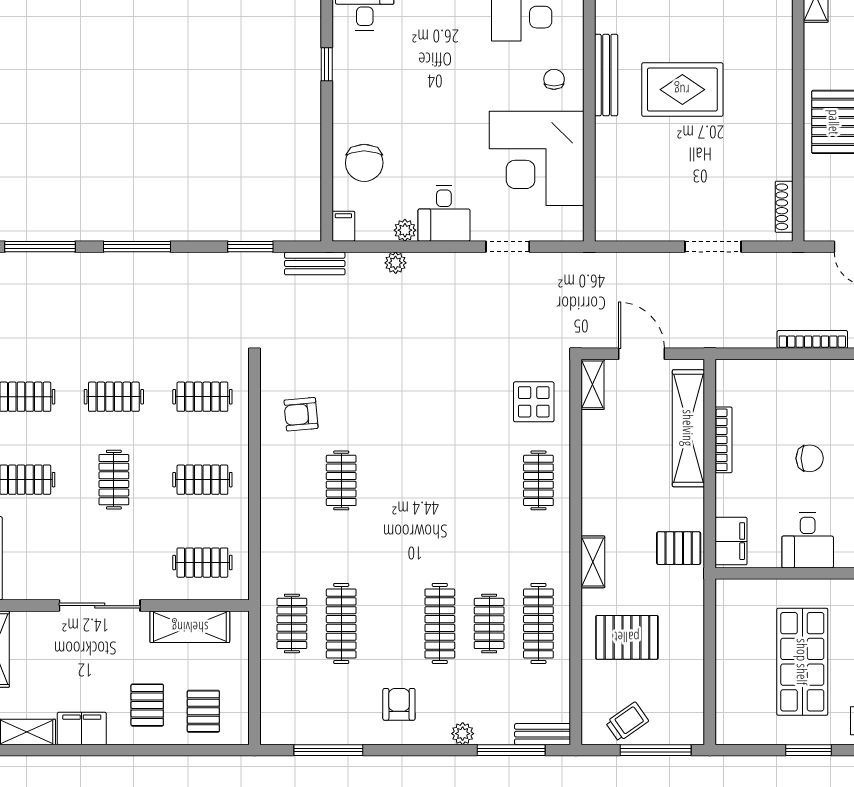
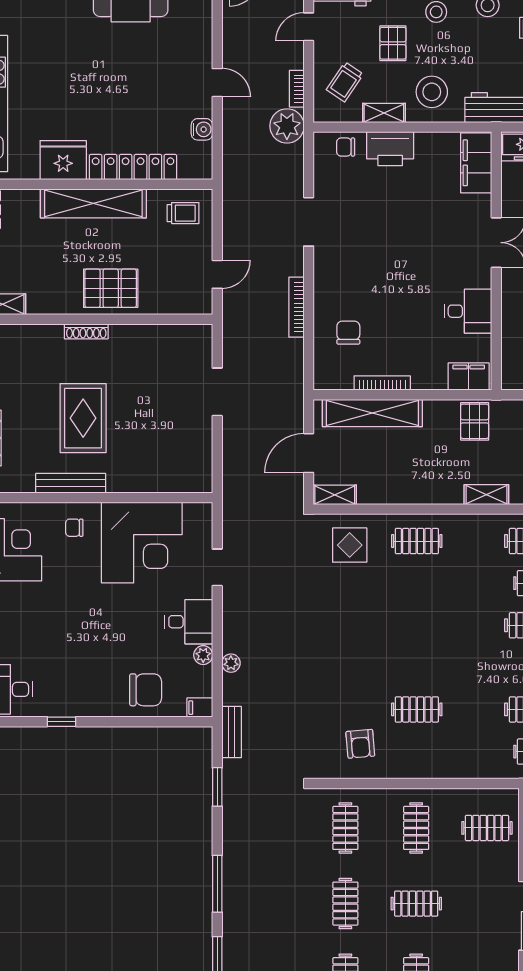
shoe rack: (784, 207) -> (86, 331), moved
chair: (810, 458) -> (348, 333), moved
clothes rail: (202, 563) -> (487, 828), turned 90

